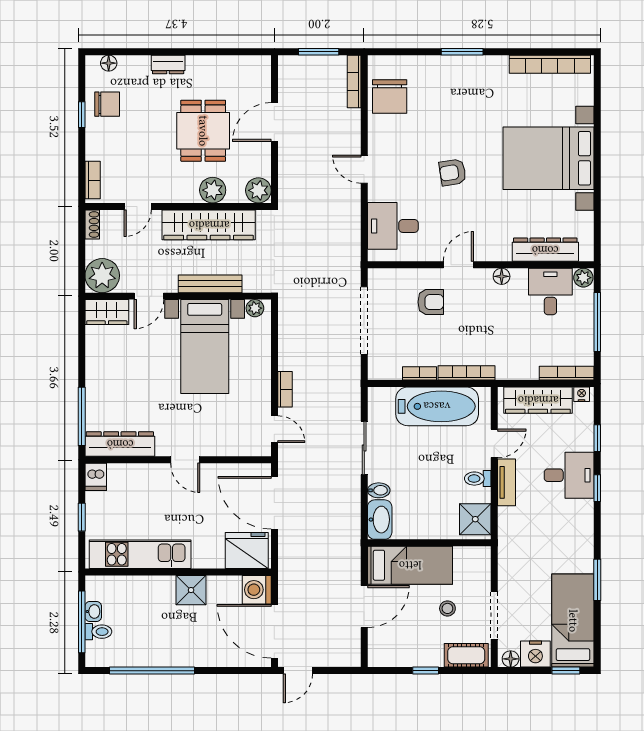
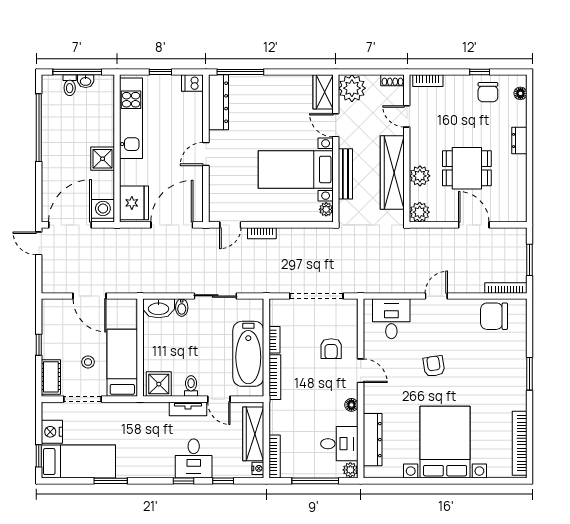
bed: (410, 565) -> (122, 363), moved, turned 180
floor lamp: (511, 659) -> (48, 412), removed

